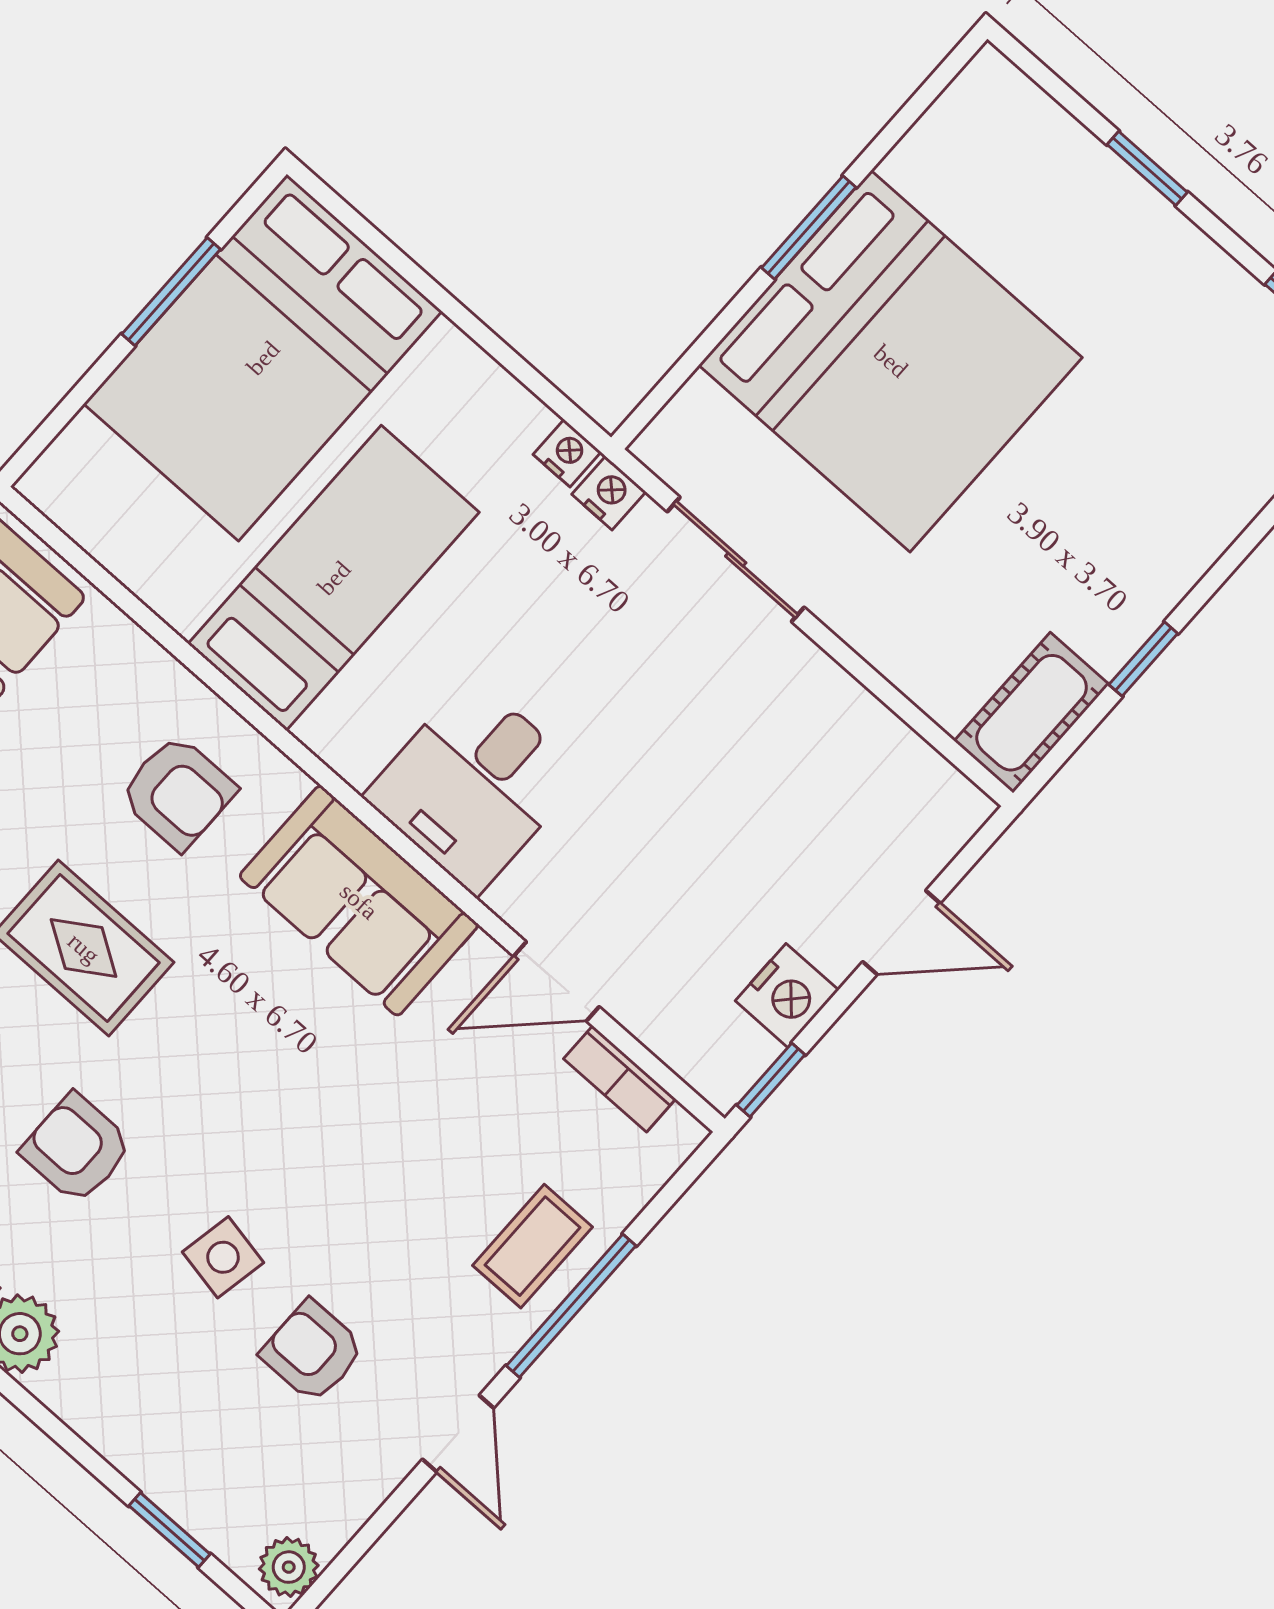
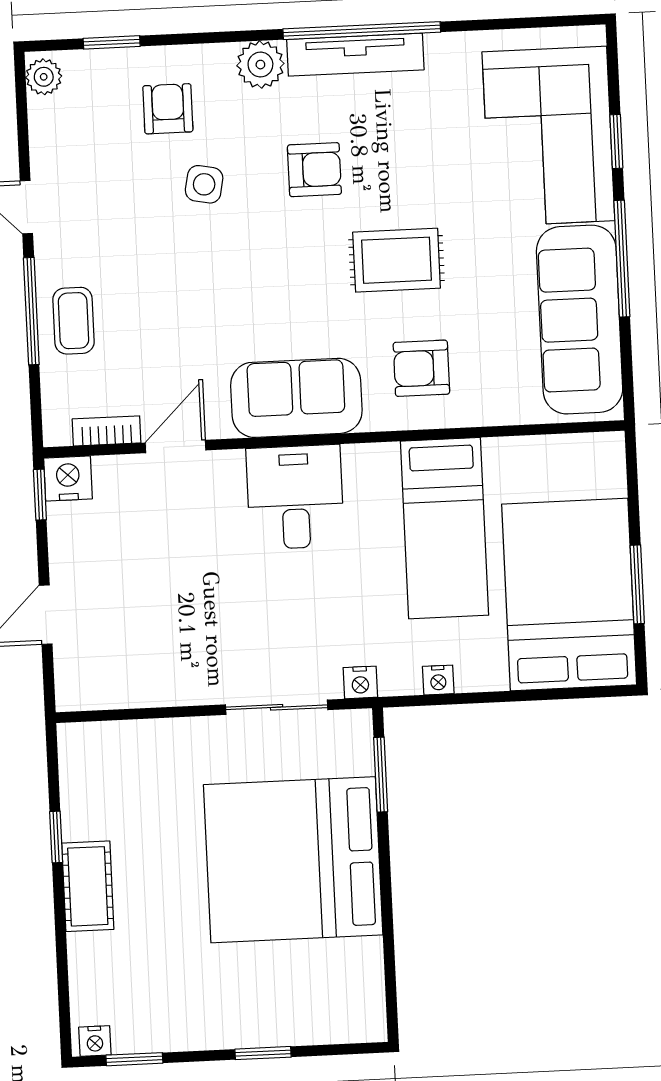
window: (809, 227) -> (381, 775), moved
nightstand: (567, 453) -> (438, 680), moved
cot: (1032, 713) -> (88, 886), moved
nightstand: (787, 995) -> (68, 478), moved, turned 90
armchair: (312, 1351) -> (168, 109), moved, turned -90

